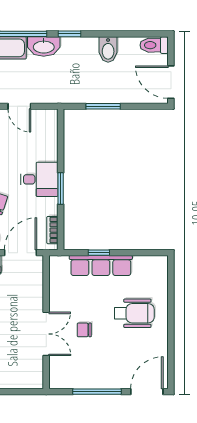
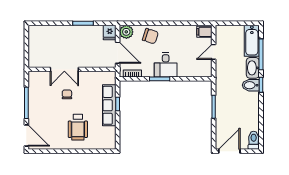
bidet: (108, 50) -> (251, 85), moved

